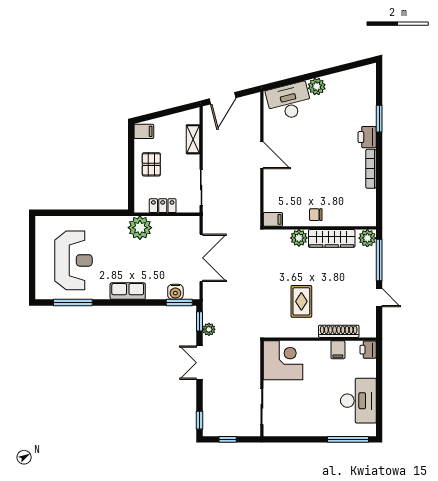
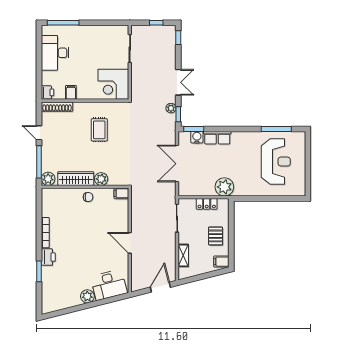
reception desk: (73, 260) -> (276, 162), turned 180
row of seats: (128, 291) -> (217, 138), moved
shoe rack: (339, 331) -> (57, 107), moved

